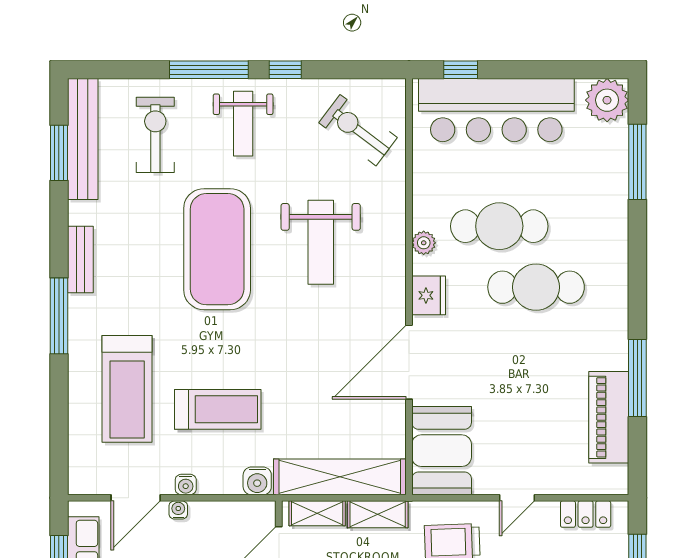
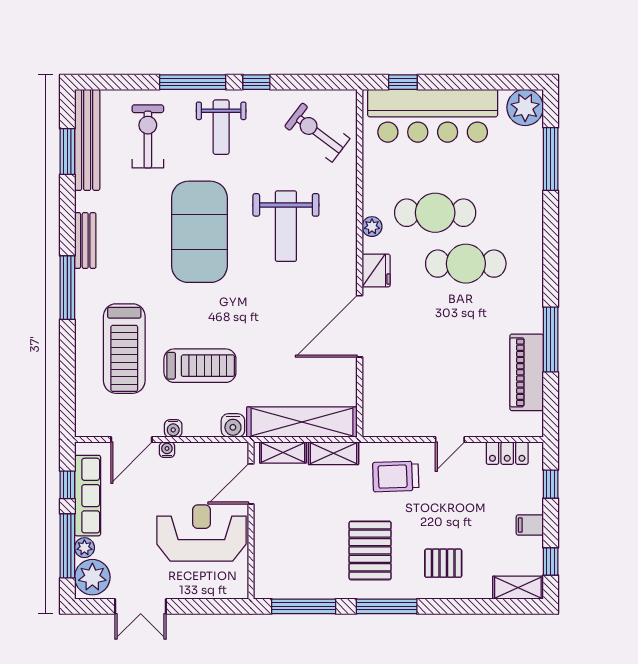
booth: (442, 451) -> (387, 400), removed

